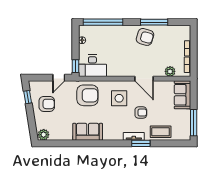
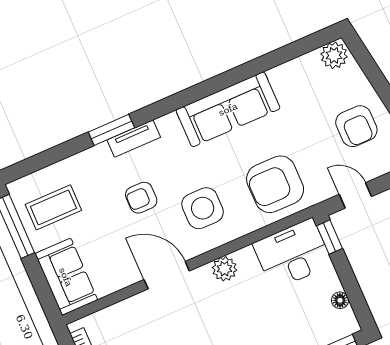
plant: (170, 71) -> (225, 269), moved
door: (59, 78) -> (355, 195), hinge flipped
armchair: (47, 104) -> (356, 126), turned -90
sofa: (88, 132) -> (228, 109), width x1.36
coffee table: (161, 132) -> (53, 207), moved

